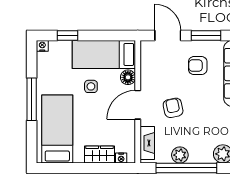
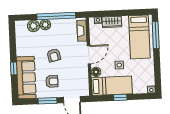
window: (68, 36) -> (120, 97), moved
window: (32, 99) -> (156, 35), moved
armchair: (173, 108) -> (54, 55), moved
plant: (180, 155) -> (45, 25), moved

